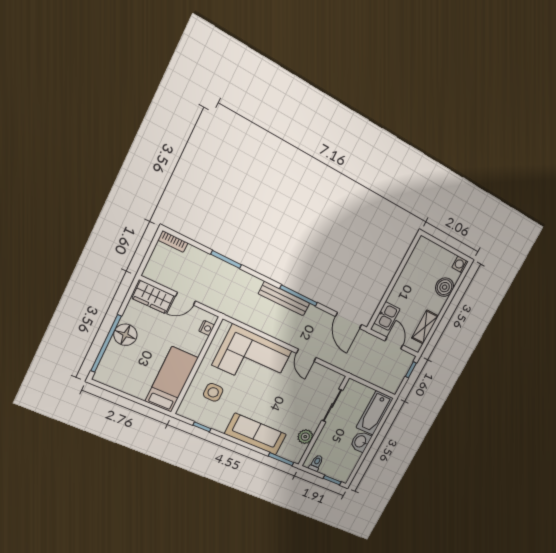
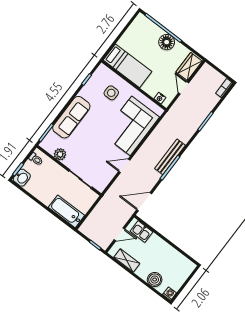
washbasin: (361, 442) -> (22, 178), moved, turned 90

